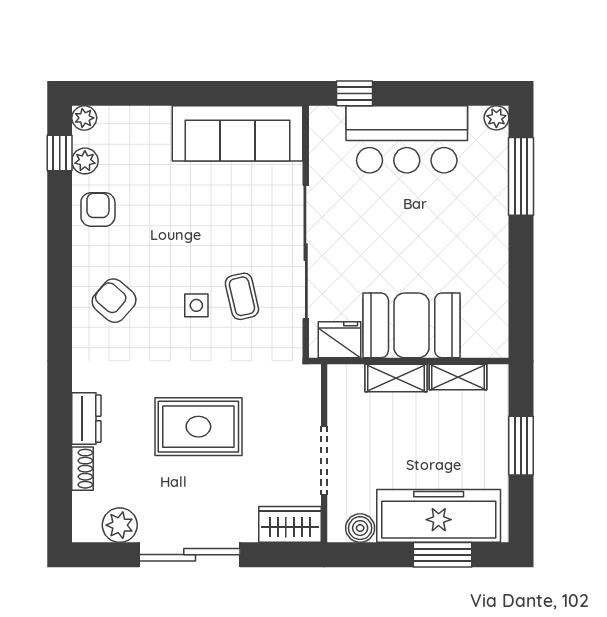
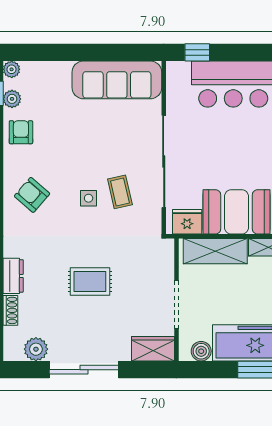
shelving: (396, 378) -> (215, 251), width x1.50, depth x1.33
rug: (198, 427) -> (90, 281), width x0.73, depth x0.70

